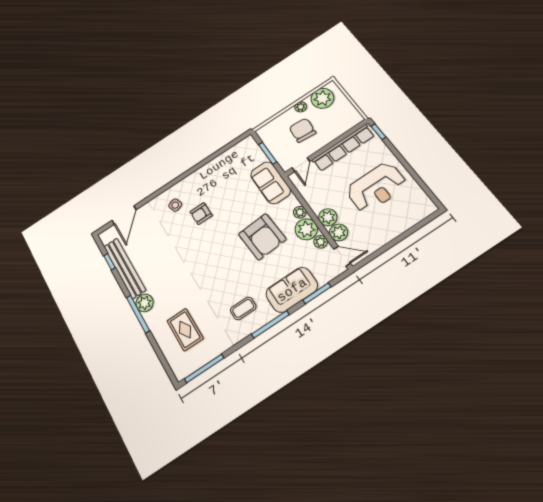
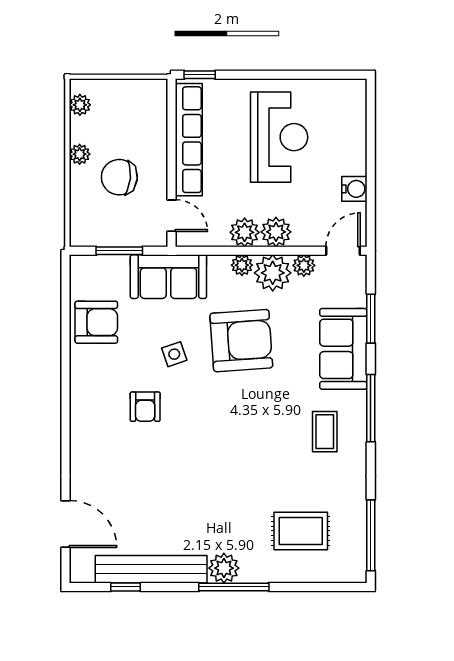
plant: (322, 98) -> (80, 105), width x0.53, depth x0.53
armchair: (227, 166) -> (96, 322), added
side table: (175, 205) -> (174, 354), moved
plant: (339, 232) -> (245, 232), moved
water cooler: (378, 241) -> (354, 189), added

